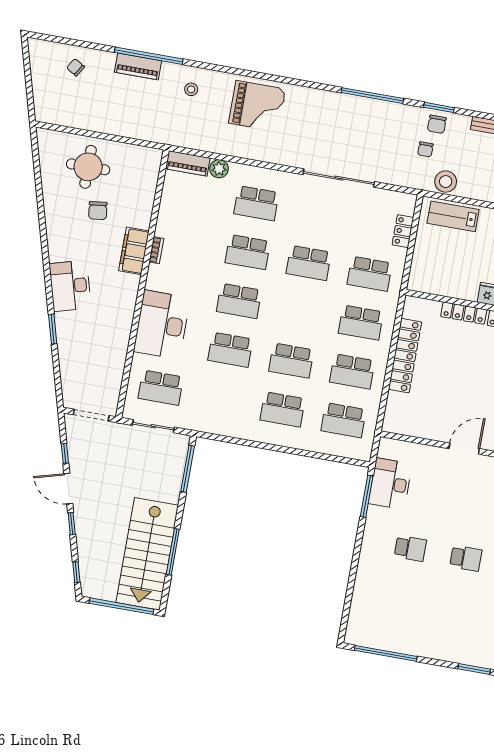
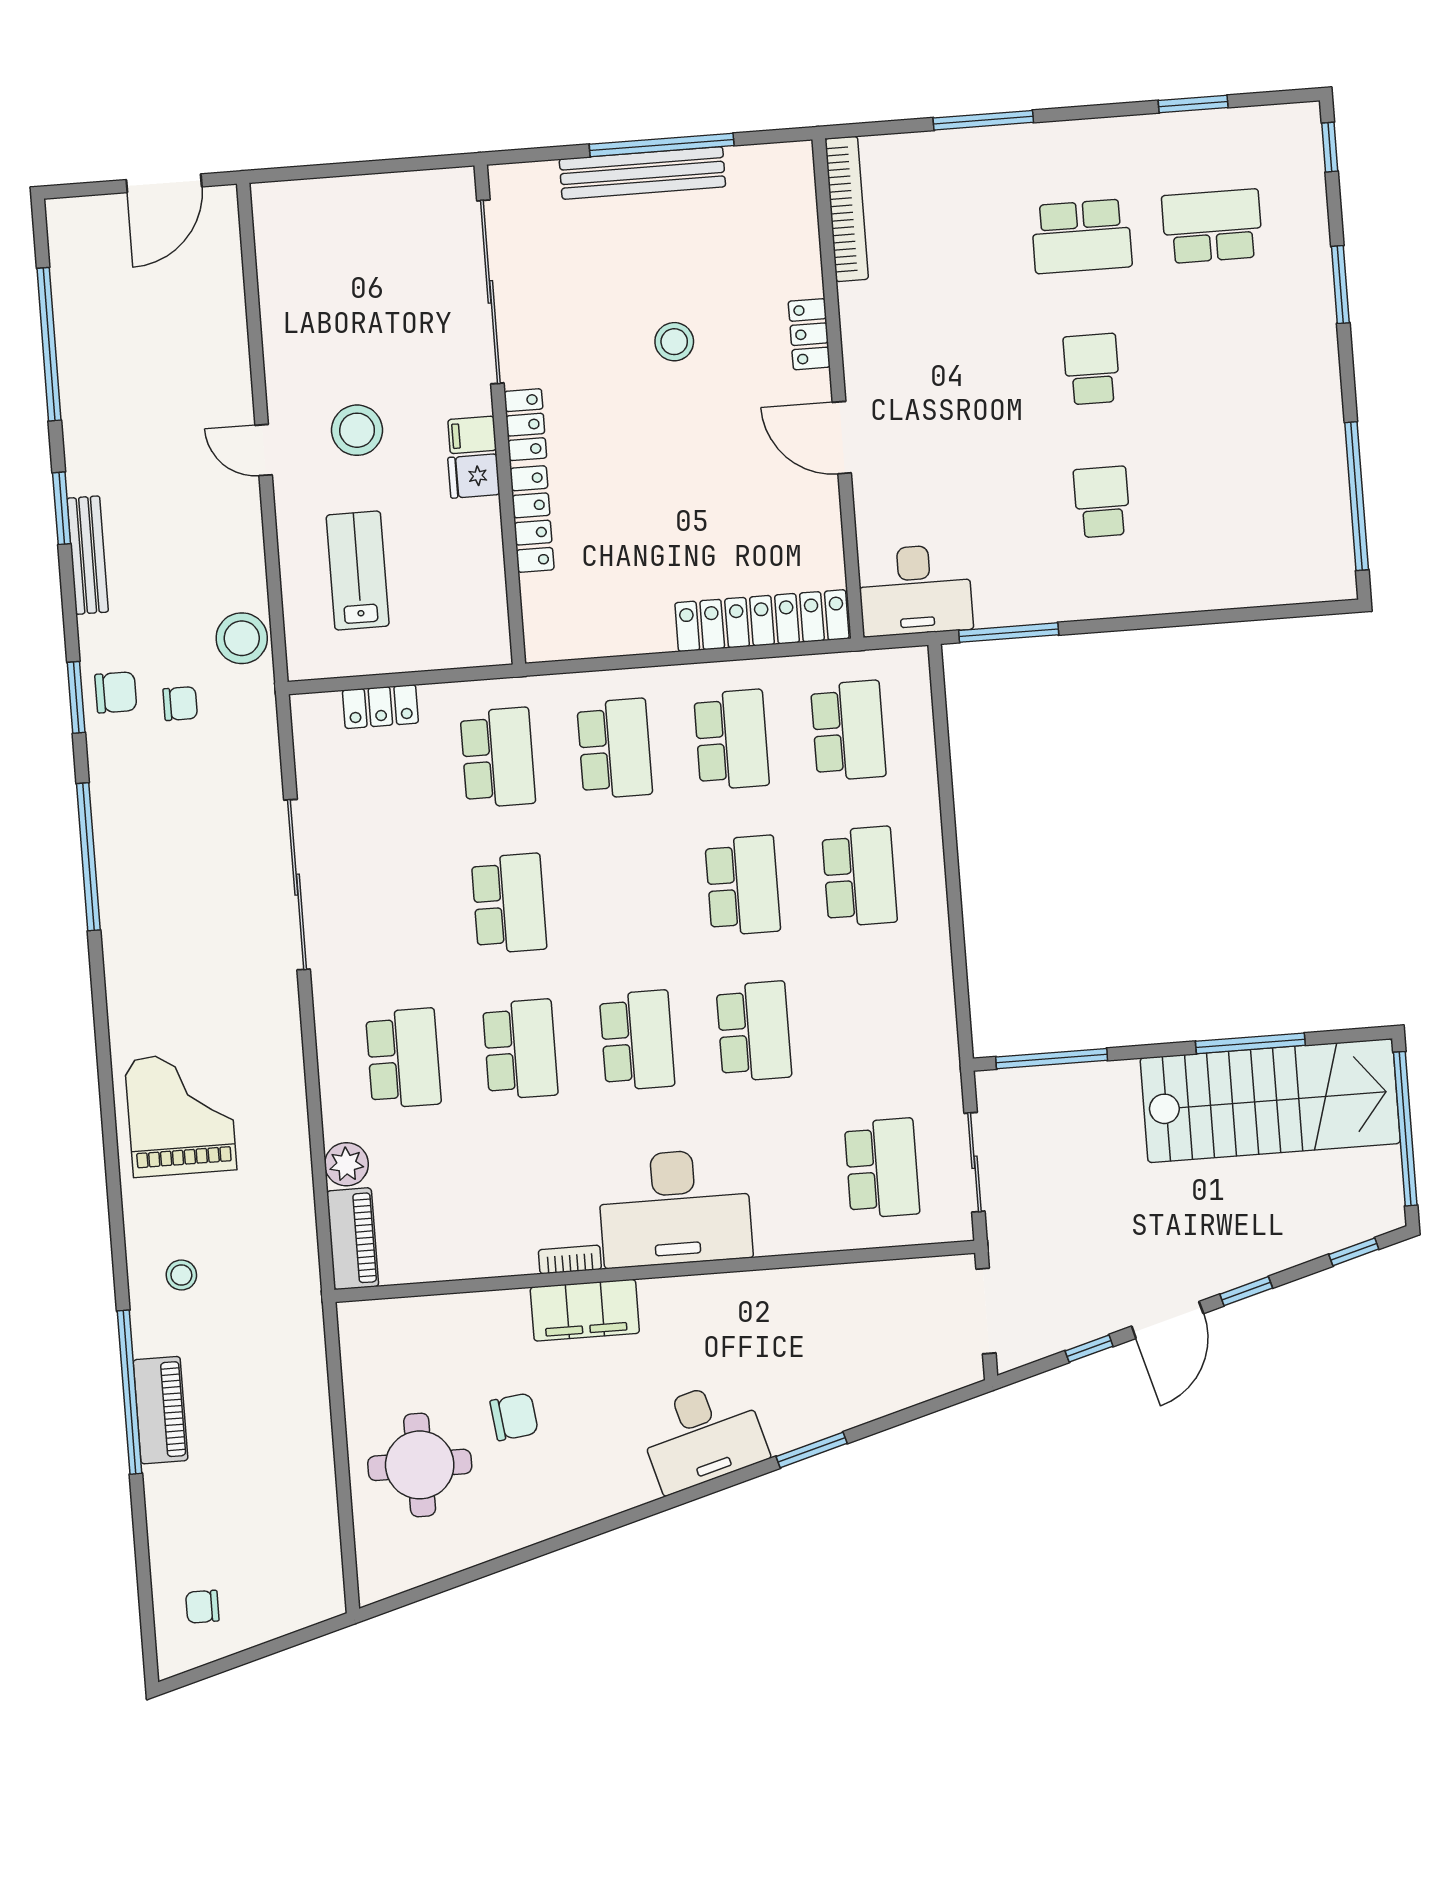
chair: (76, 67) -> (202, 1607), moved, turned 59
lab bench: (453, 216) -> (358, 571), moved, turned 180
desk: (162, 325) -> (675, 1208), moved
locker: (405, 356) -> (762, 621), moved
desk: (390, 484) -> (915, 590), moved

